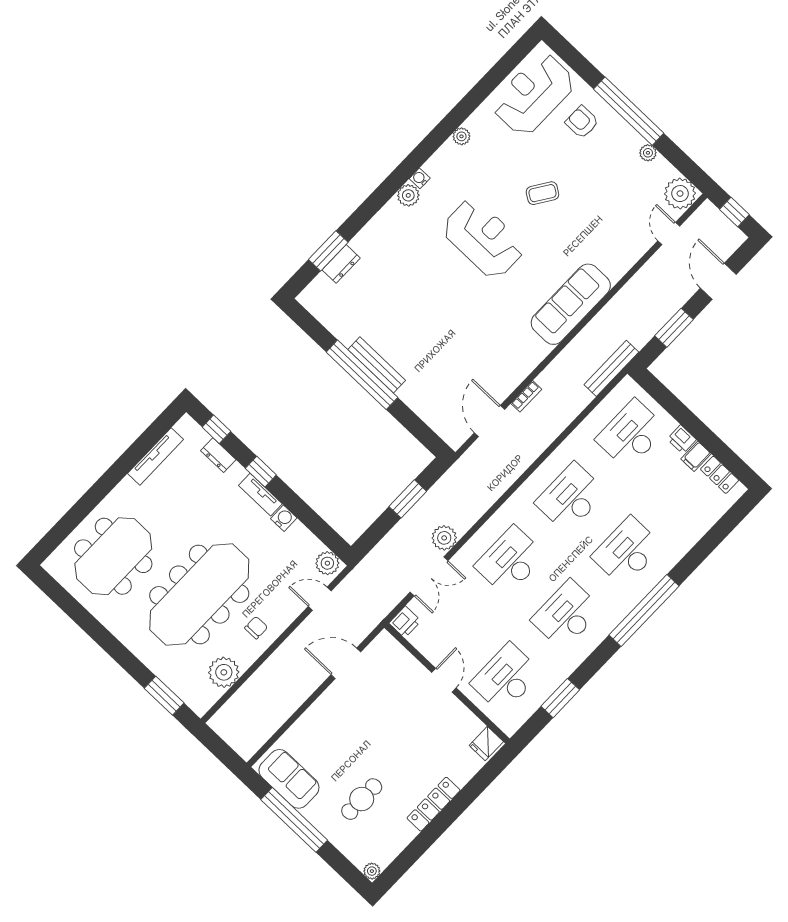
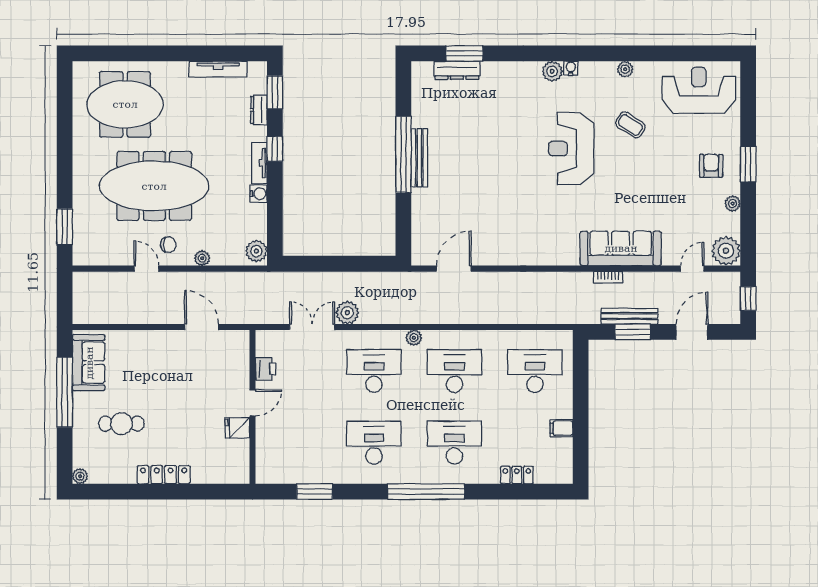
window: (629, 111) -> (748, 164), width x0.47
armchair: (582, 122) -> (711, 166), moved
coffee table: (542, 193) -> (630, 125), moved
reception desk: (483, 238) -> (571, 149), turned 180
dresser: (341, 264) -> (457, 70), width x1.44
sofa: (571, 304) -> (621, 248), moved
bench: (611, 368) -> (629, 316), moved
bookcase: (526, 396) -> (608, 277), moved
window: (216, 429) -> (275, 92), width x1.50
printer: (682, 439) -> (564, 408), removed
locker: (720, 475) -> (517, 475), moved, turned 90
window: (408, 499) -> (350, 264), removed
plant: (514, 504) -> (414, 338), added
double door: (429, 576) -> (312, 327), swing flipped
door: (320, 599) -> (146, 269), moved
printer: (405, 622) -> (266, 369), moved, turned -90
plant: (224, 672) -> (202, 258), moved, width x0.53, depth x0.53
desk: (506, 678) -> (293, 443), removed
fridge: (486, 744) -> (237, 428), moved

